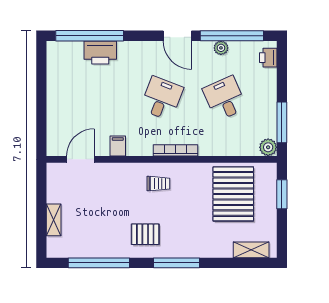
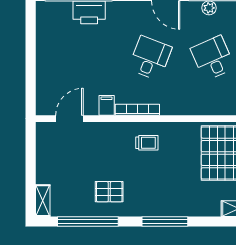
bookcase: (176, 150) -> (137, 110), moved
shelving: (54, 220) -> (43, 201), moved
pallet: (145, 234) -> (109, 192), moved

